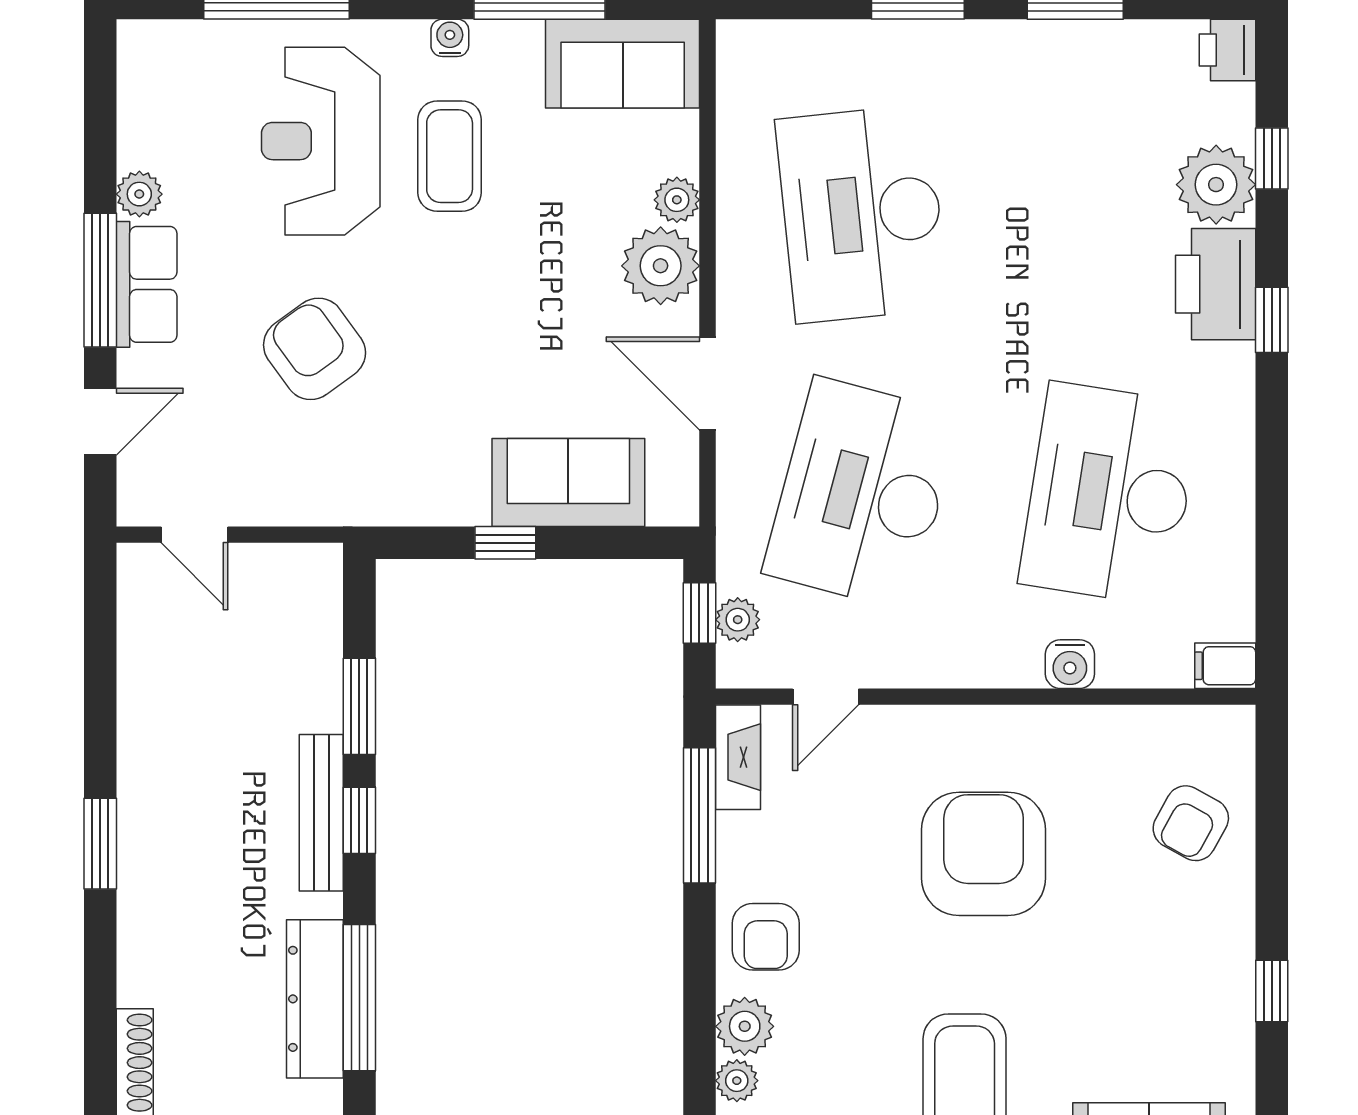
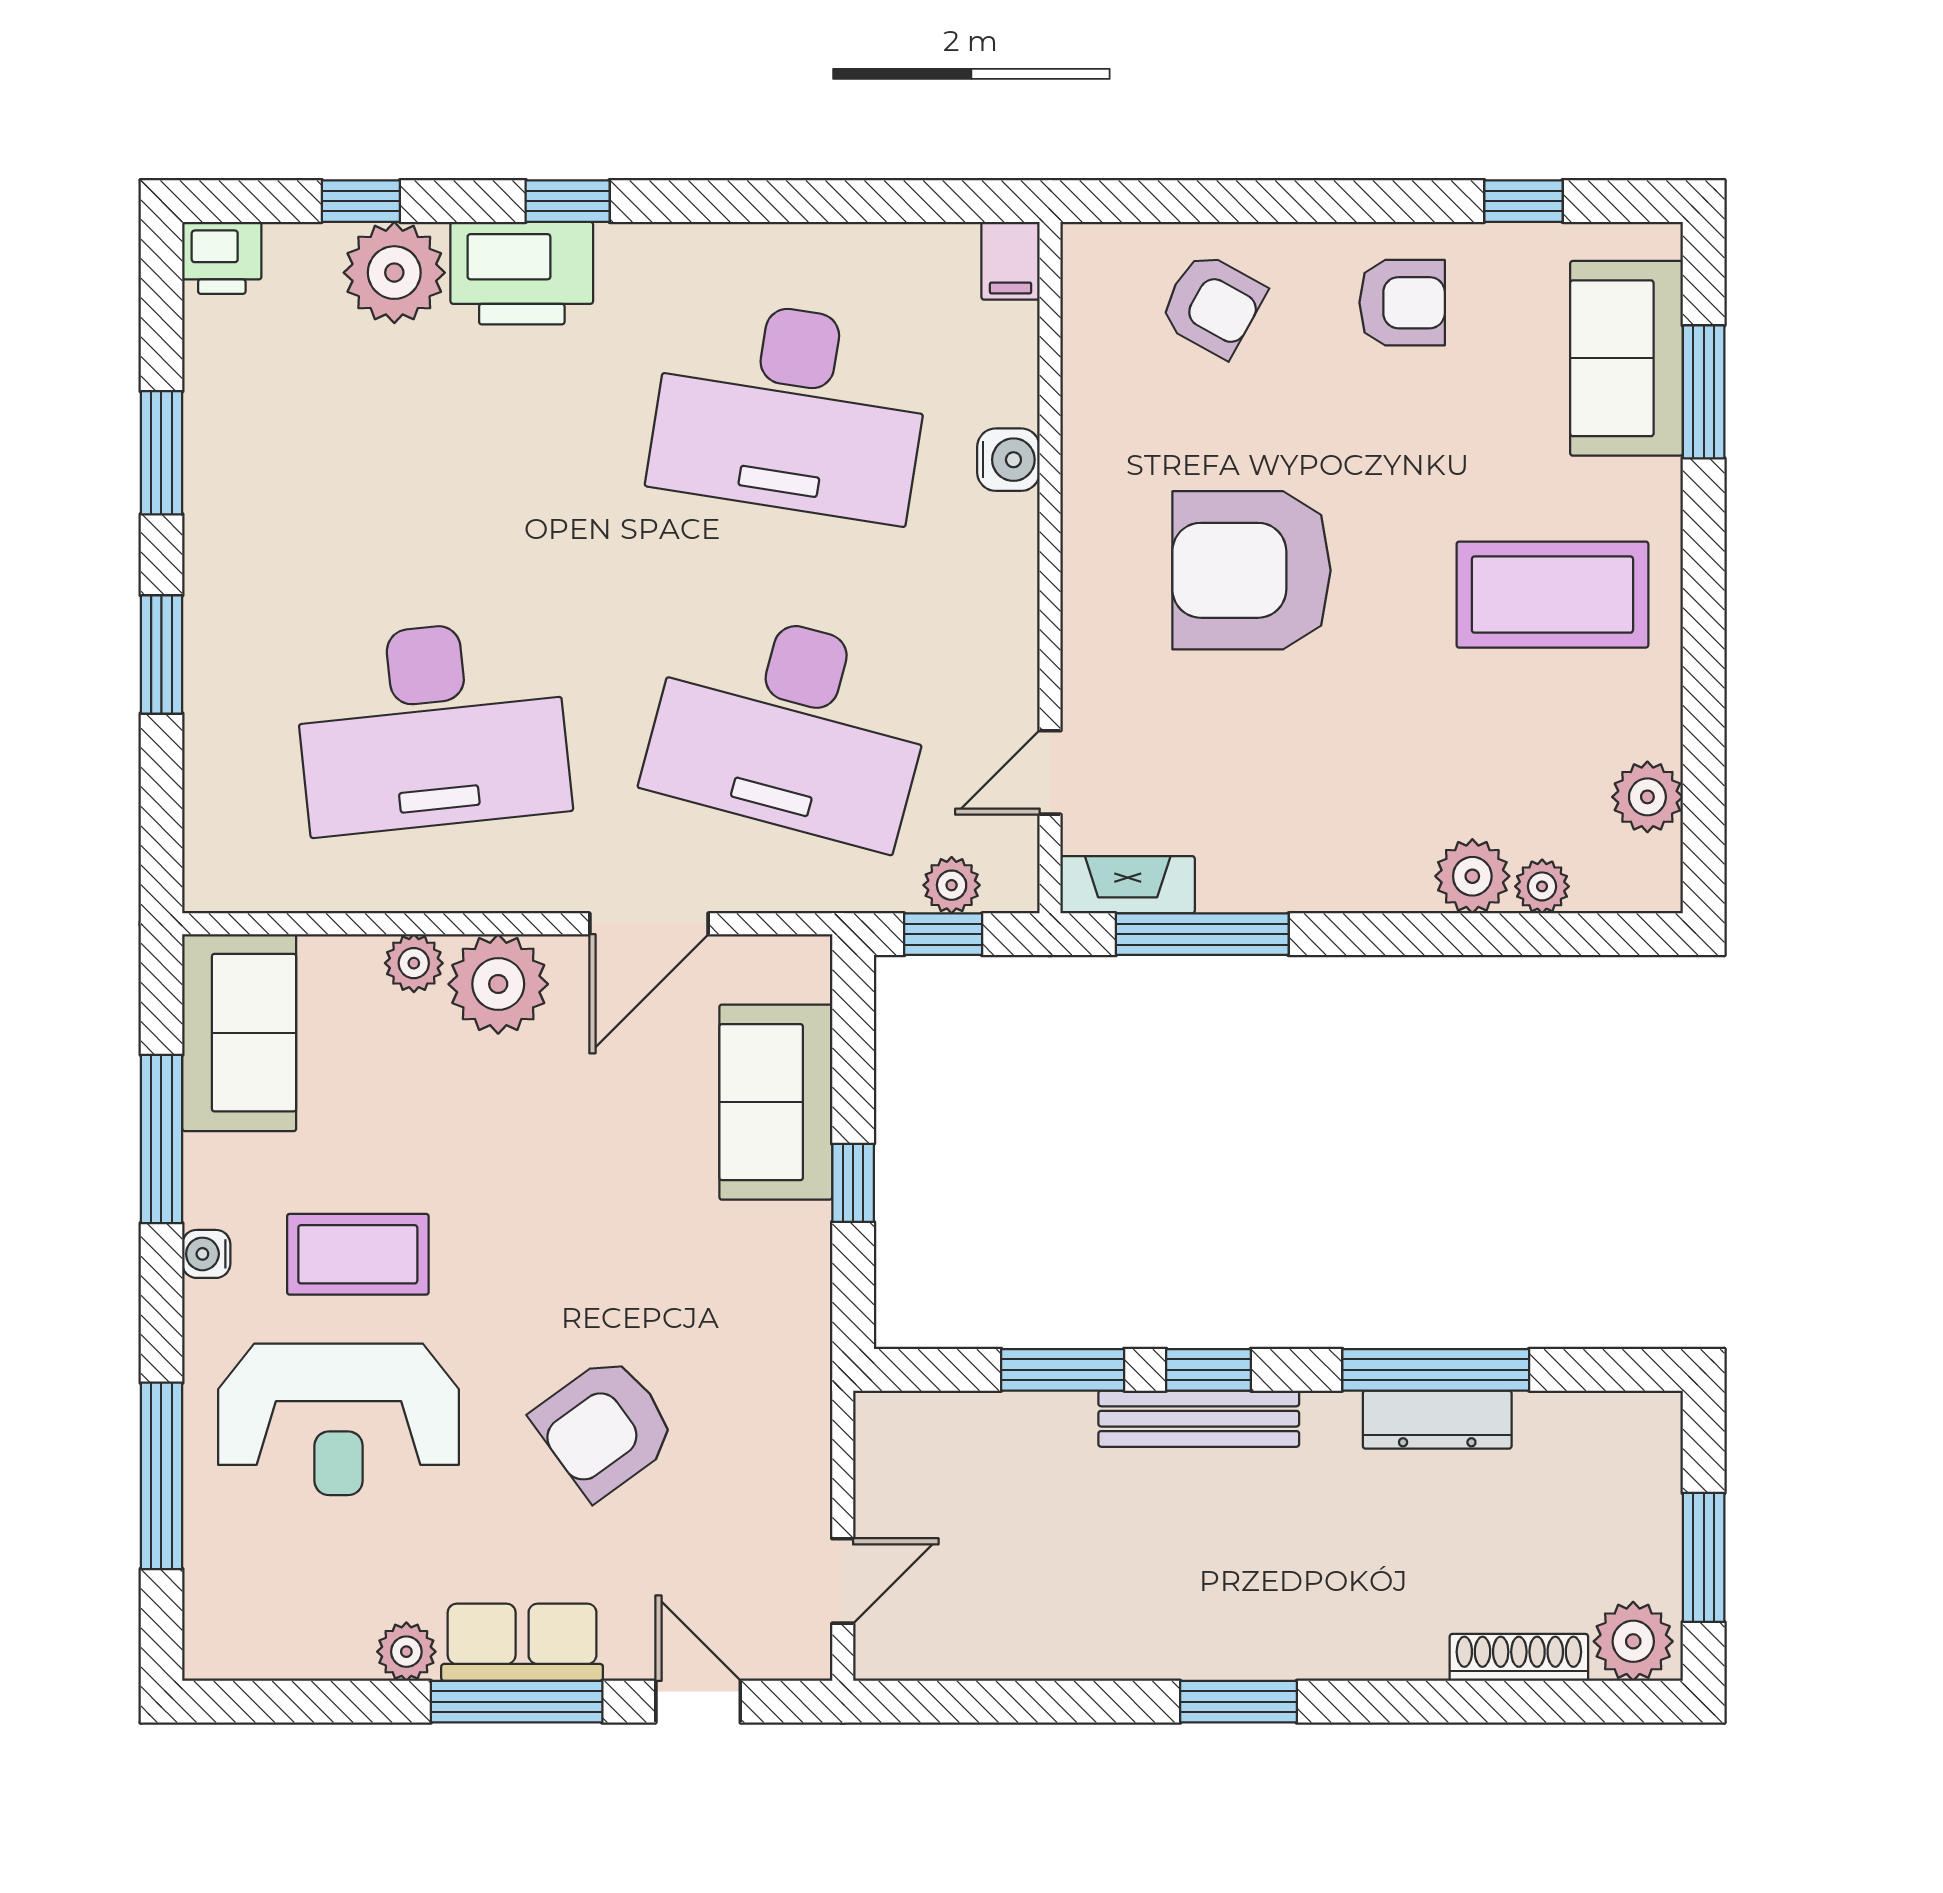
door: (826, 697) -> (1050, 772), swing flipped
armchair: (766, 937) -> (1402, 303), moved
window: (1272, 991) -> (1523, 201), moved
dresser: (315, 999) -> (1437, 1420), width x0.73, depth x0.80

